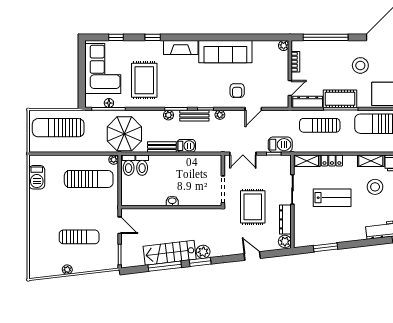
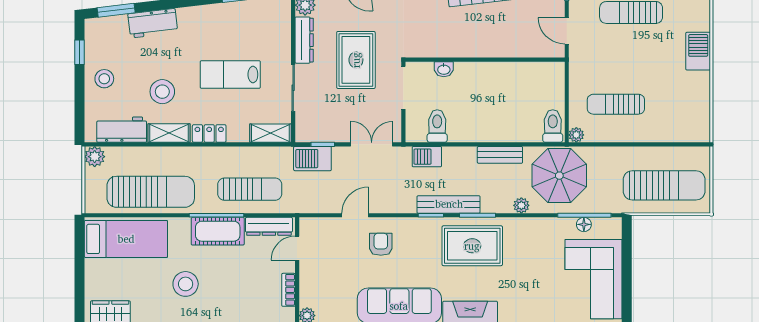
rug: (144, 80) -> (472, 246), moved, turned 90
plant: (169, 115) -> (521, 205), moved
plant: (220, 115) -> (408, 206), removed
bench: (194, 116) -> (449, 204), width x1.36
barbecue: (186, 146) -> (427, 157), moved
locker: (332, 160) -> (209, 133), moved
toilet: (142, 165) -> (437, 126), moved
barbecue: (37, 177) -> (698, 51), moved
sun lounger: (89, 179) -> (616, 104), width x0.73, depth x0.75
washbasin: (172, 201) -> (444, 69), moved

